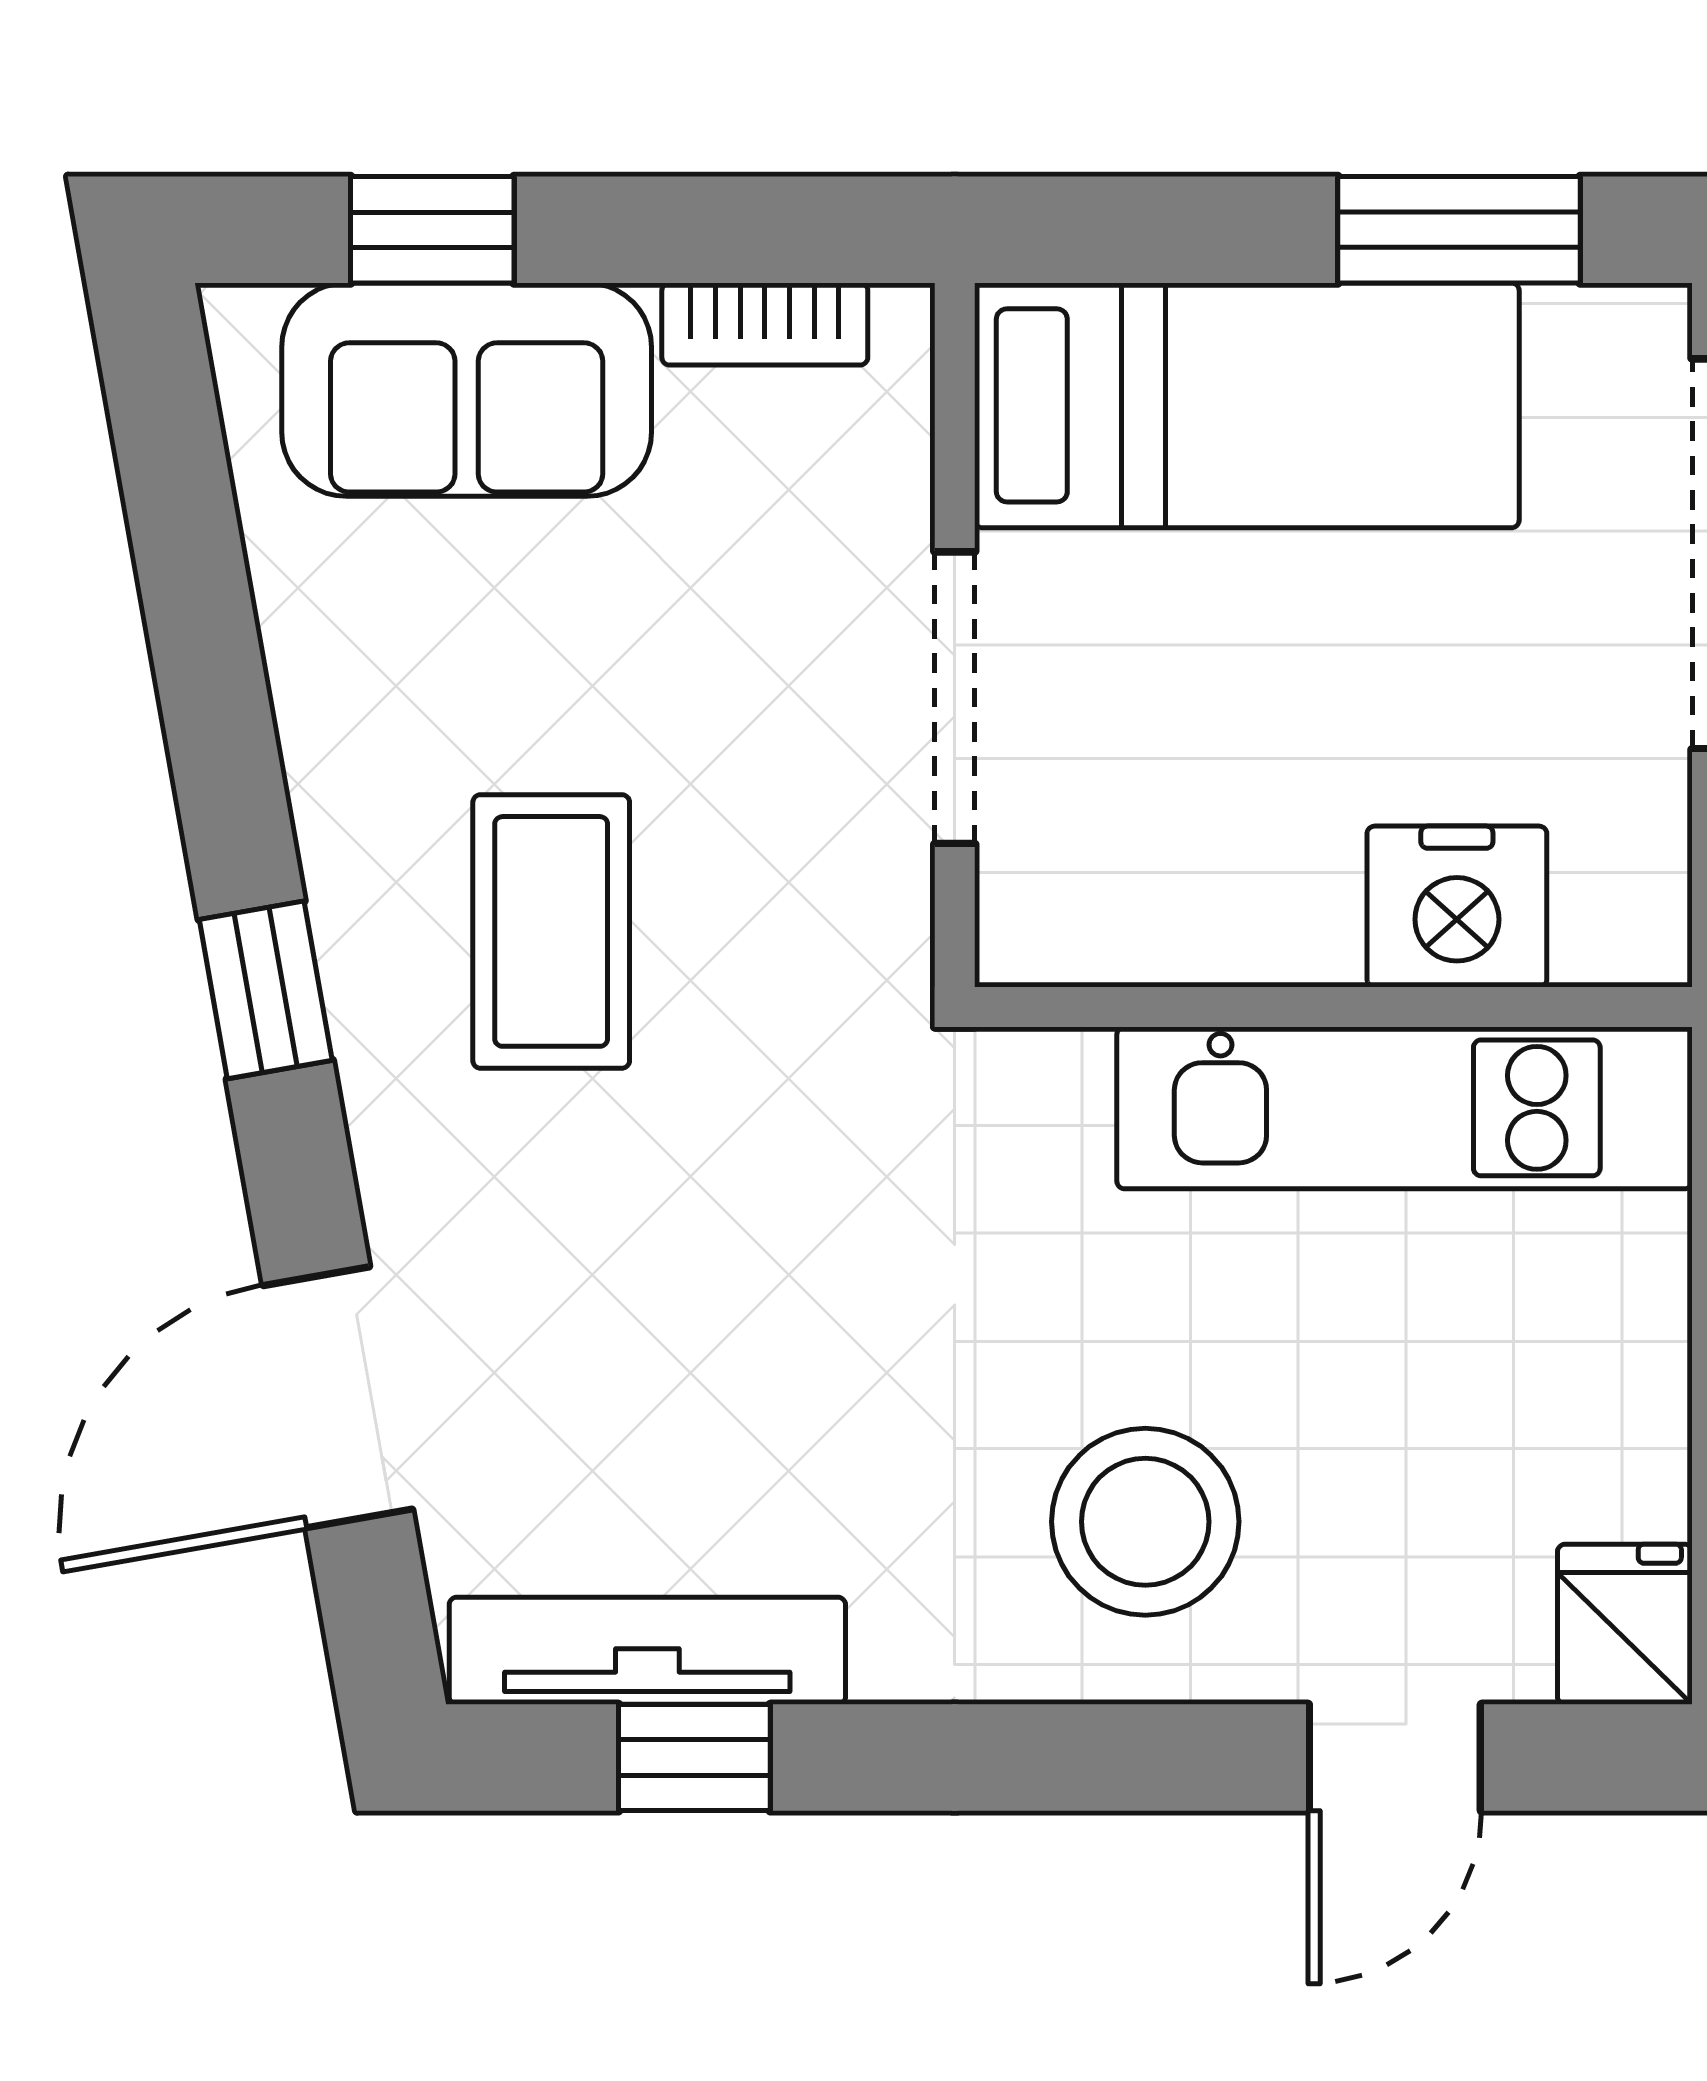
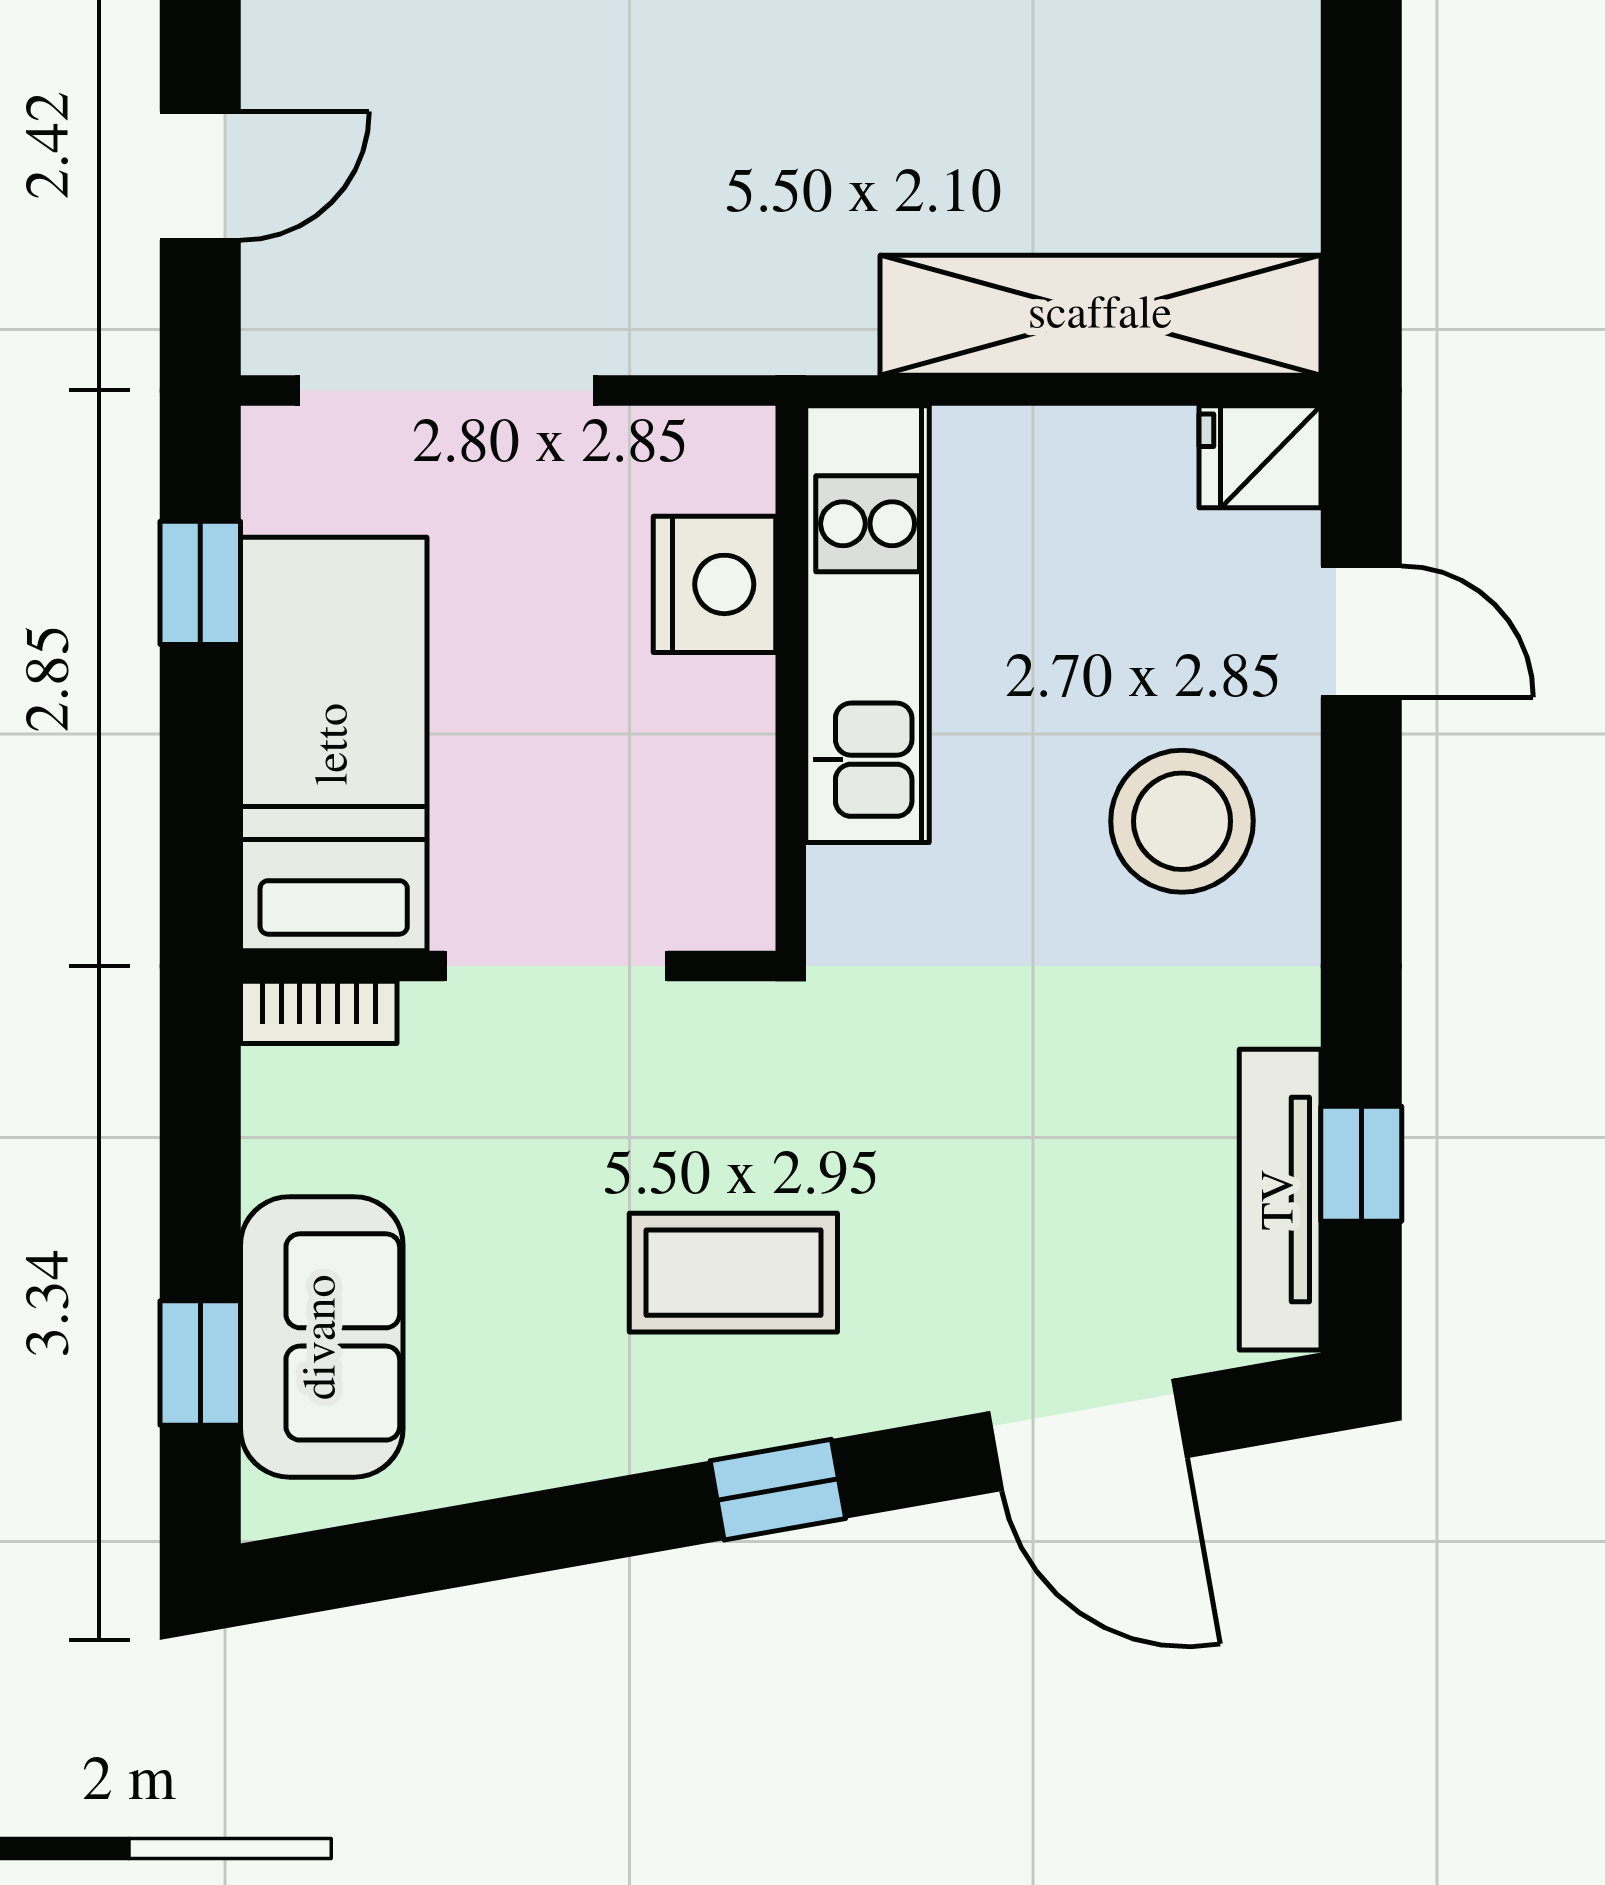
window: (1459, 230) -> (200, 583), width x0.67
bookcase: (765, 324) -> (319, 1012), moved, turned 90

